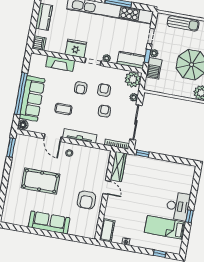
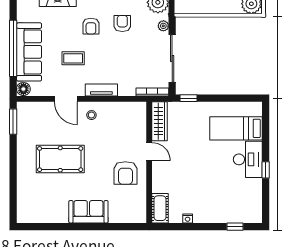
armchair: (104, 111) -> (128, 51), removed
tv unit: (80, 136) -> (101, 90), width x0.71
sofa: (49, 222) -> (88, 212), width x0.73
bed: (165, 227) -> (236, 128), moved

